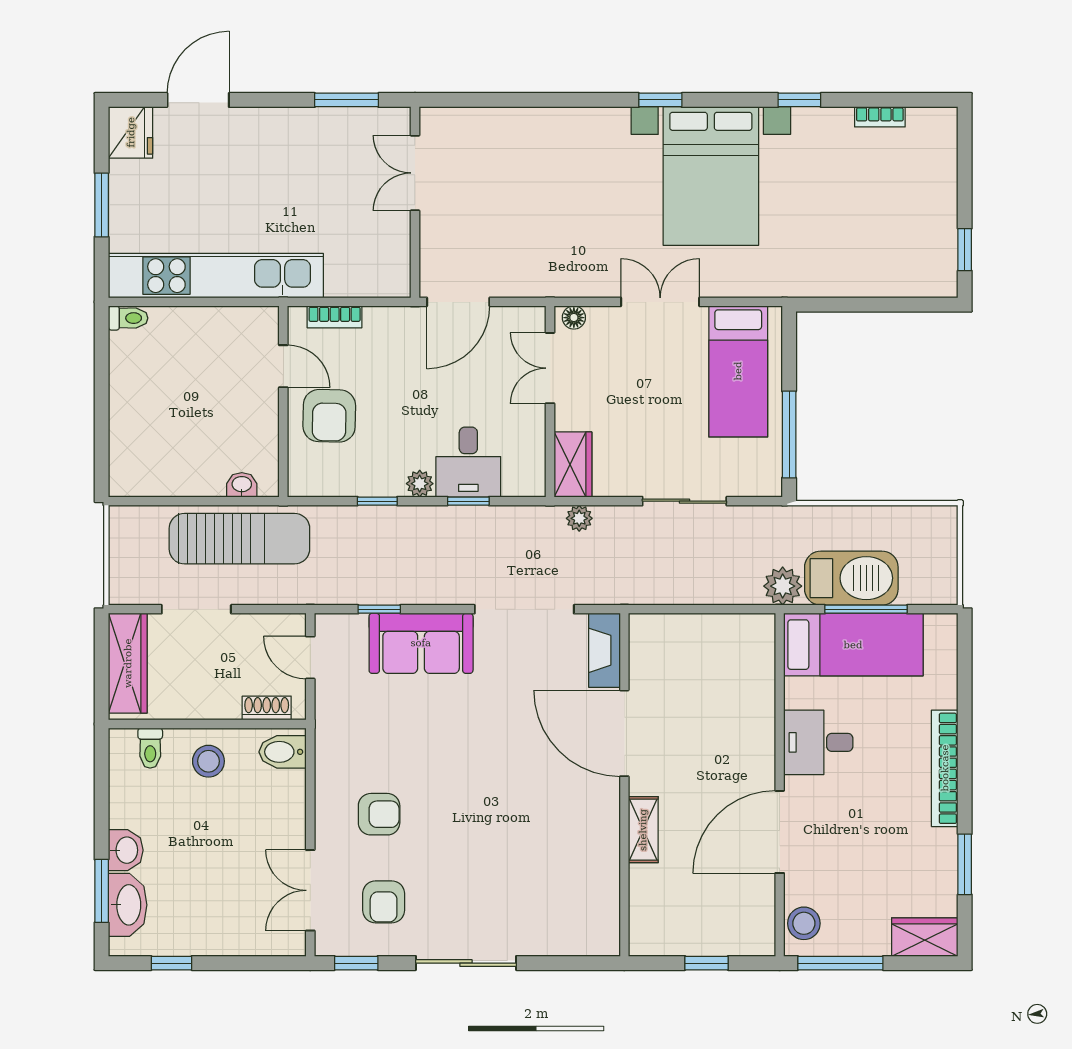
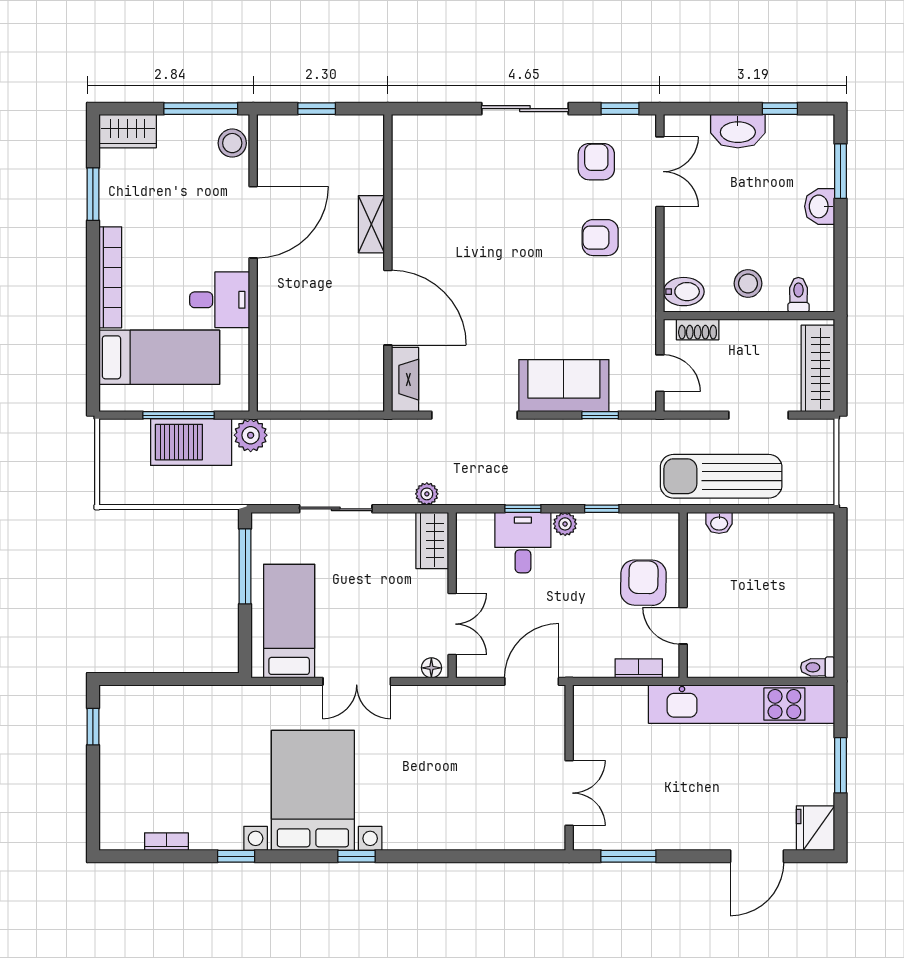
bed: (853, 645) -> (159, 357), moved, turned 180
washbasin: (128, 905) -> (738, 131), moved, turned -90

